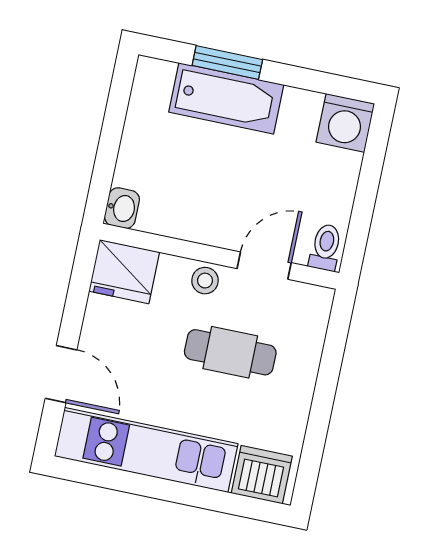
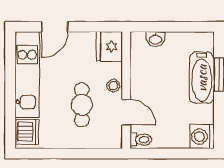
washbasin: (122, 208) -> (155, 39), moved

